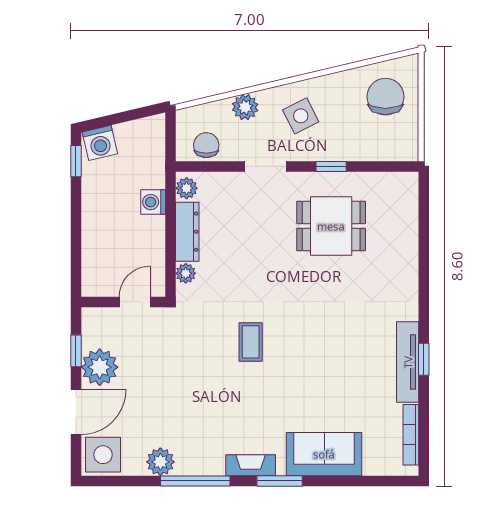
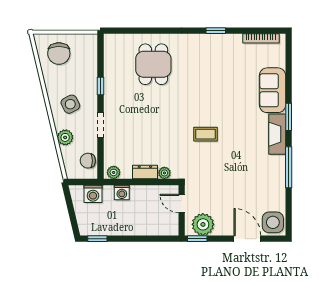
chair: (386, 97) -> (59, 53), turned -90
washing machine: (100, 143) -> (93, 194), moved, turned 103
dining table: (331, 226) -> (153, 64), moved
dresser: (187, 232) -> (145, 172), width x0.70
window: (76, 351) -> (197, 239), moved
tv unit: (408, 362) -> (217, 40), removed
plant: (100, 367) -> (203, 224), moved
plant: (160, 462) -> (277, 188), removed
fireplace: (251, 465) -> (277, 134), width x1.37, depth x1.32

